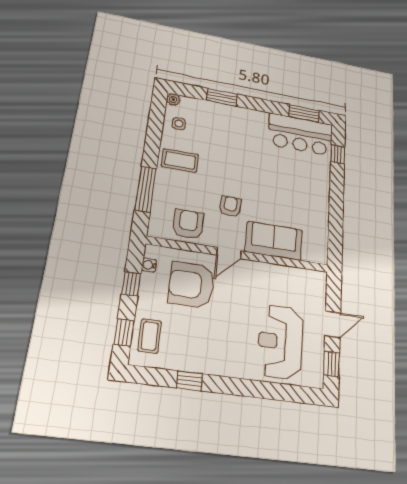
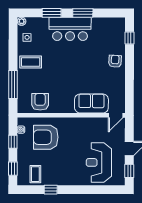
window: (304, 114) -> (83, 13), moved
bar counter: (300, 135) -> (70, 29), moved
armchair: (230, 206) -> (115, 61), moved
door: (229, 253) -> (116, 115), moved
coffee table: (150, 336) -> (35, 174), moved

